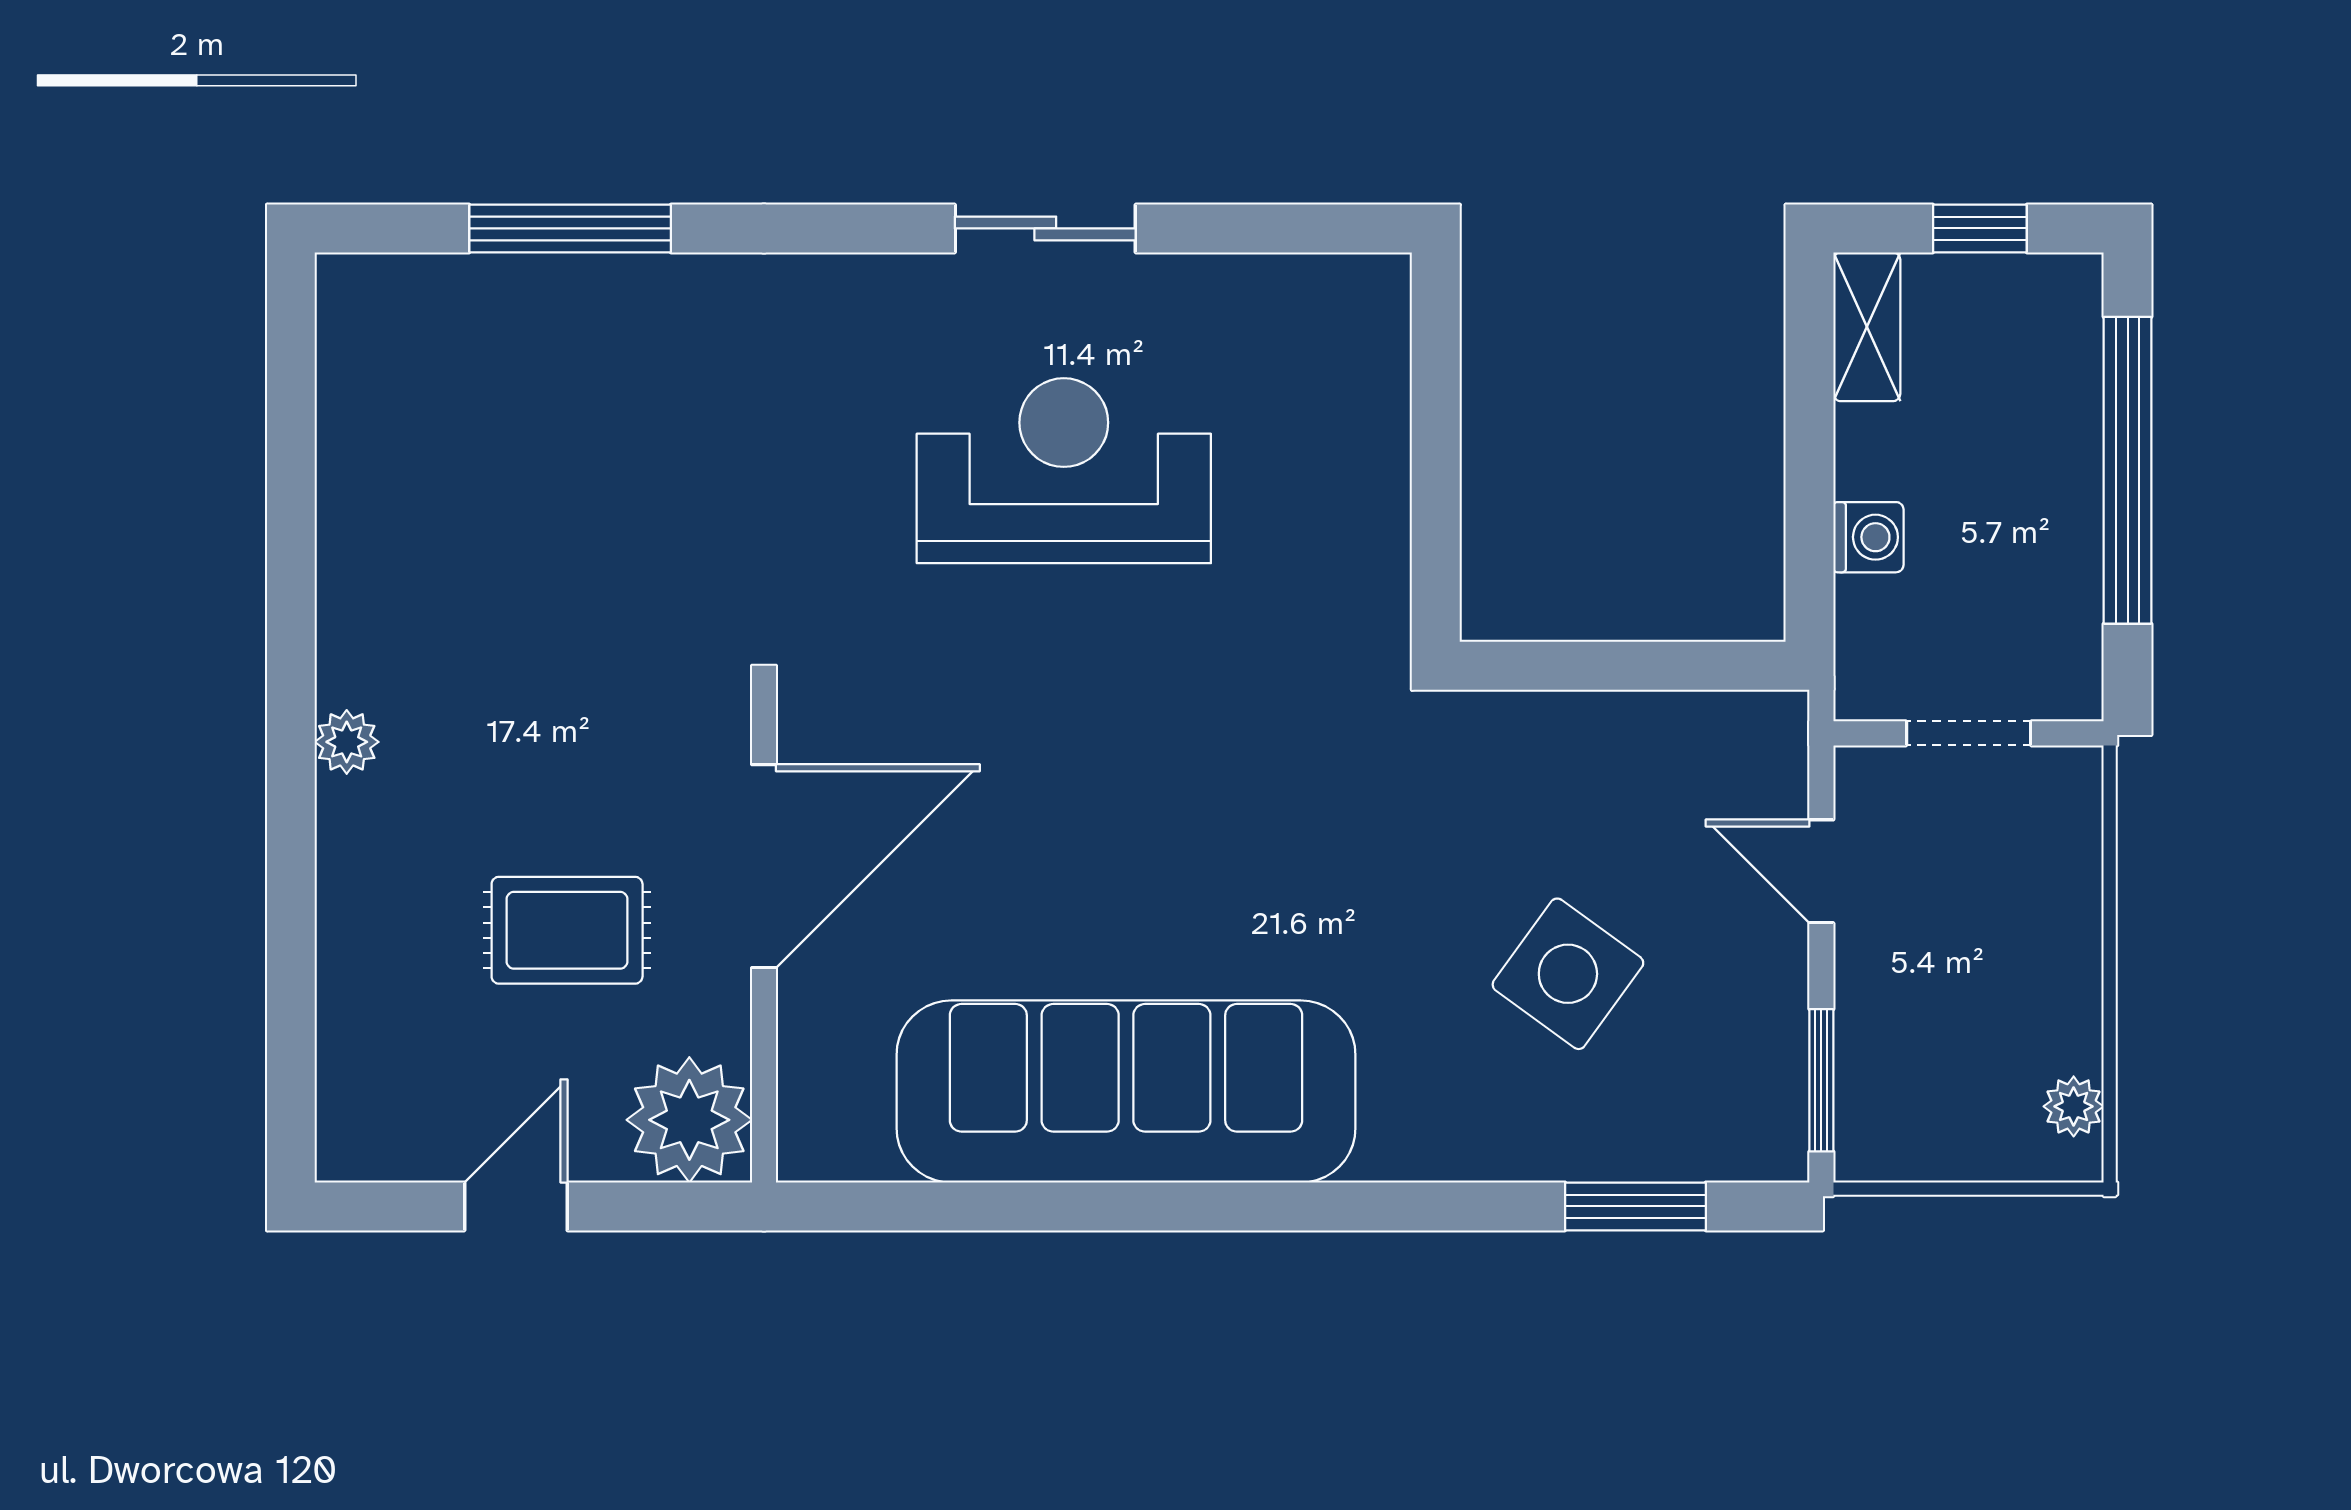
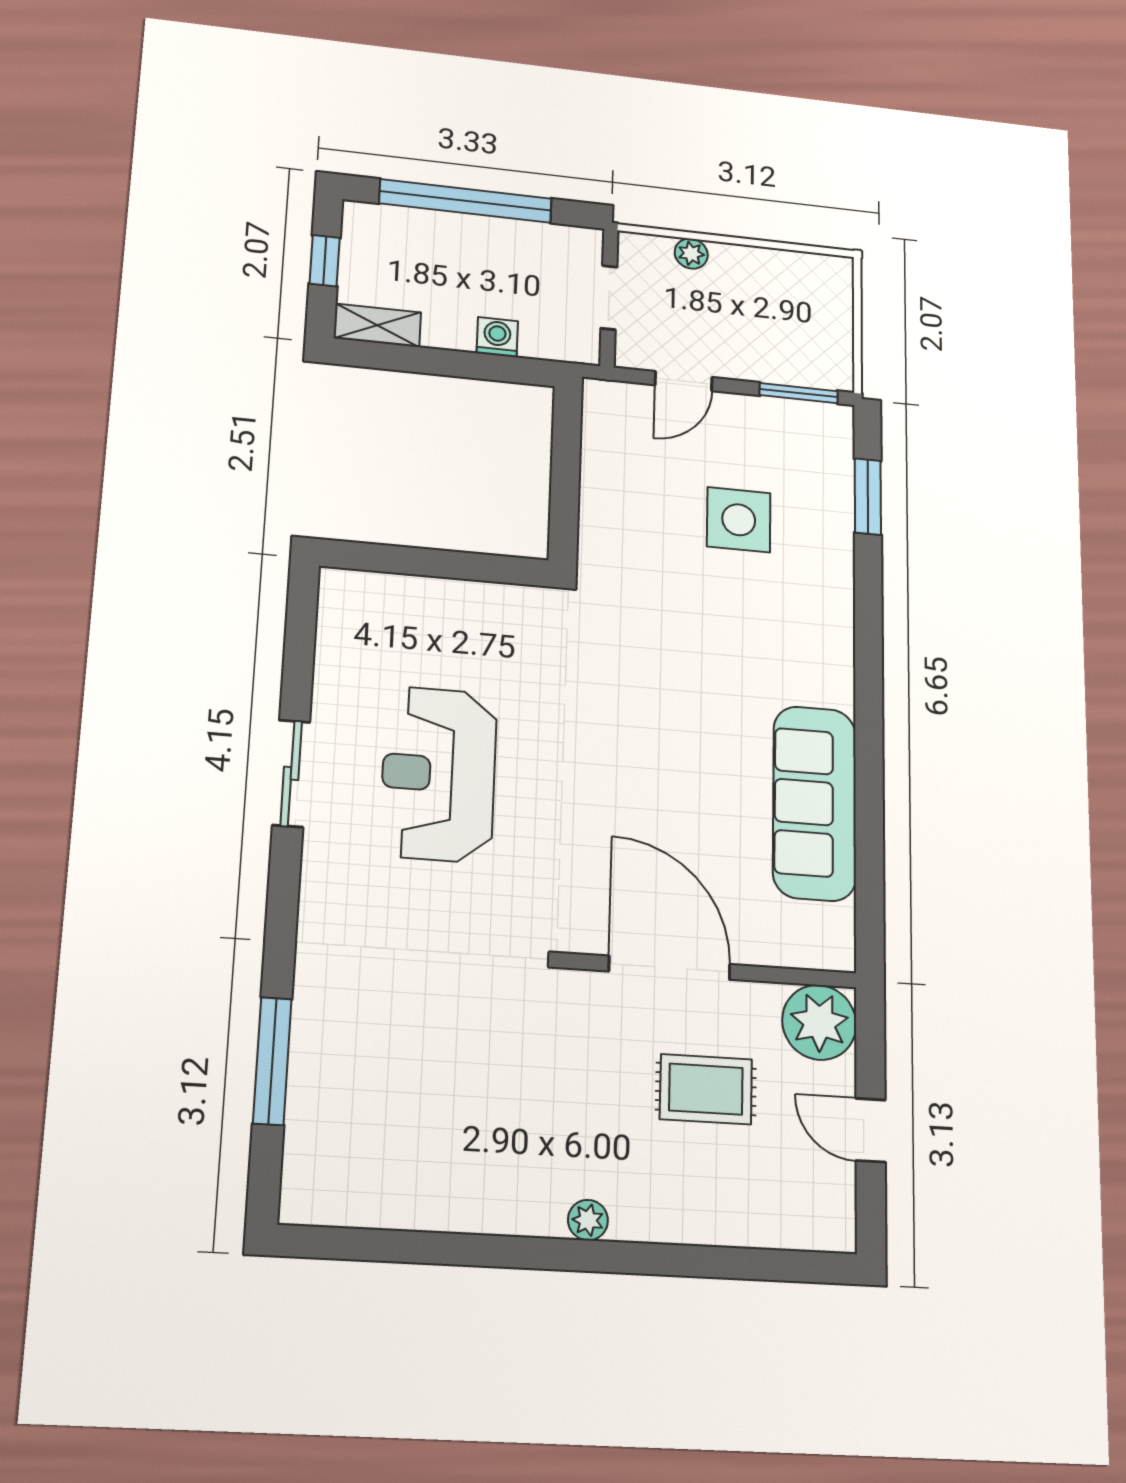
rug: (567, 930) -> (706, 1089), turned 90
side table: (1568, 974) -> (739, 520), turned -36
sofa: (1126, 1091) -> (815, 803), width x0.74, depth x0.79
plant: (2074, 1106) -> (691, 254), moved

